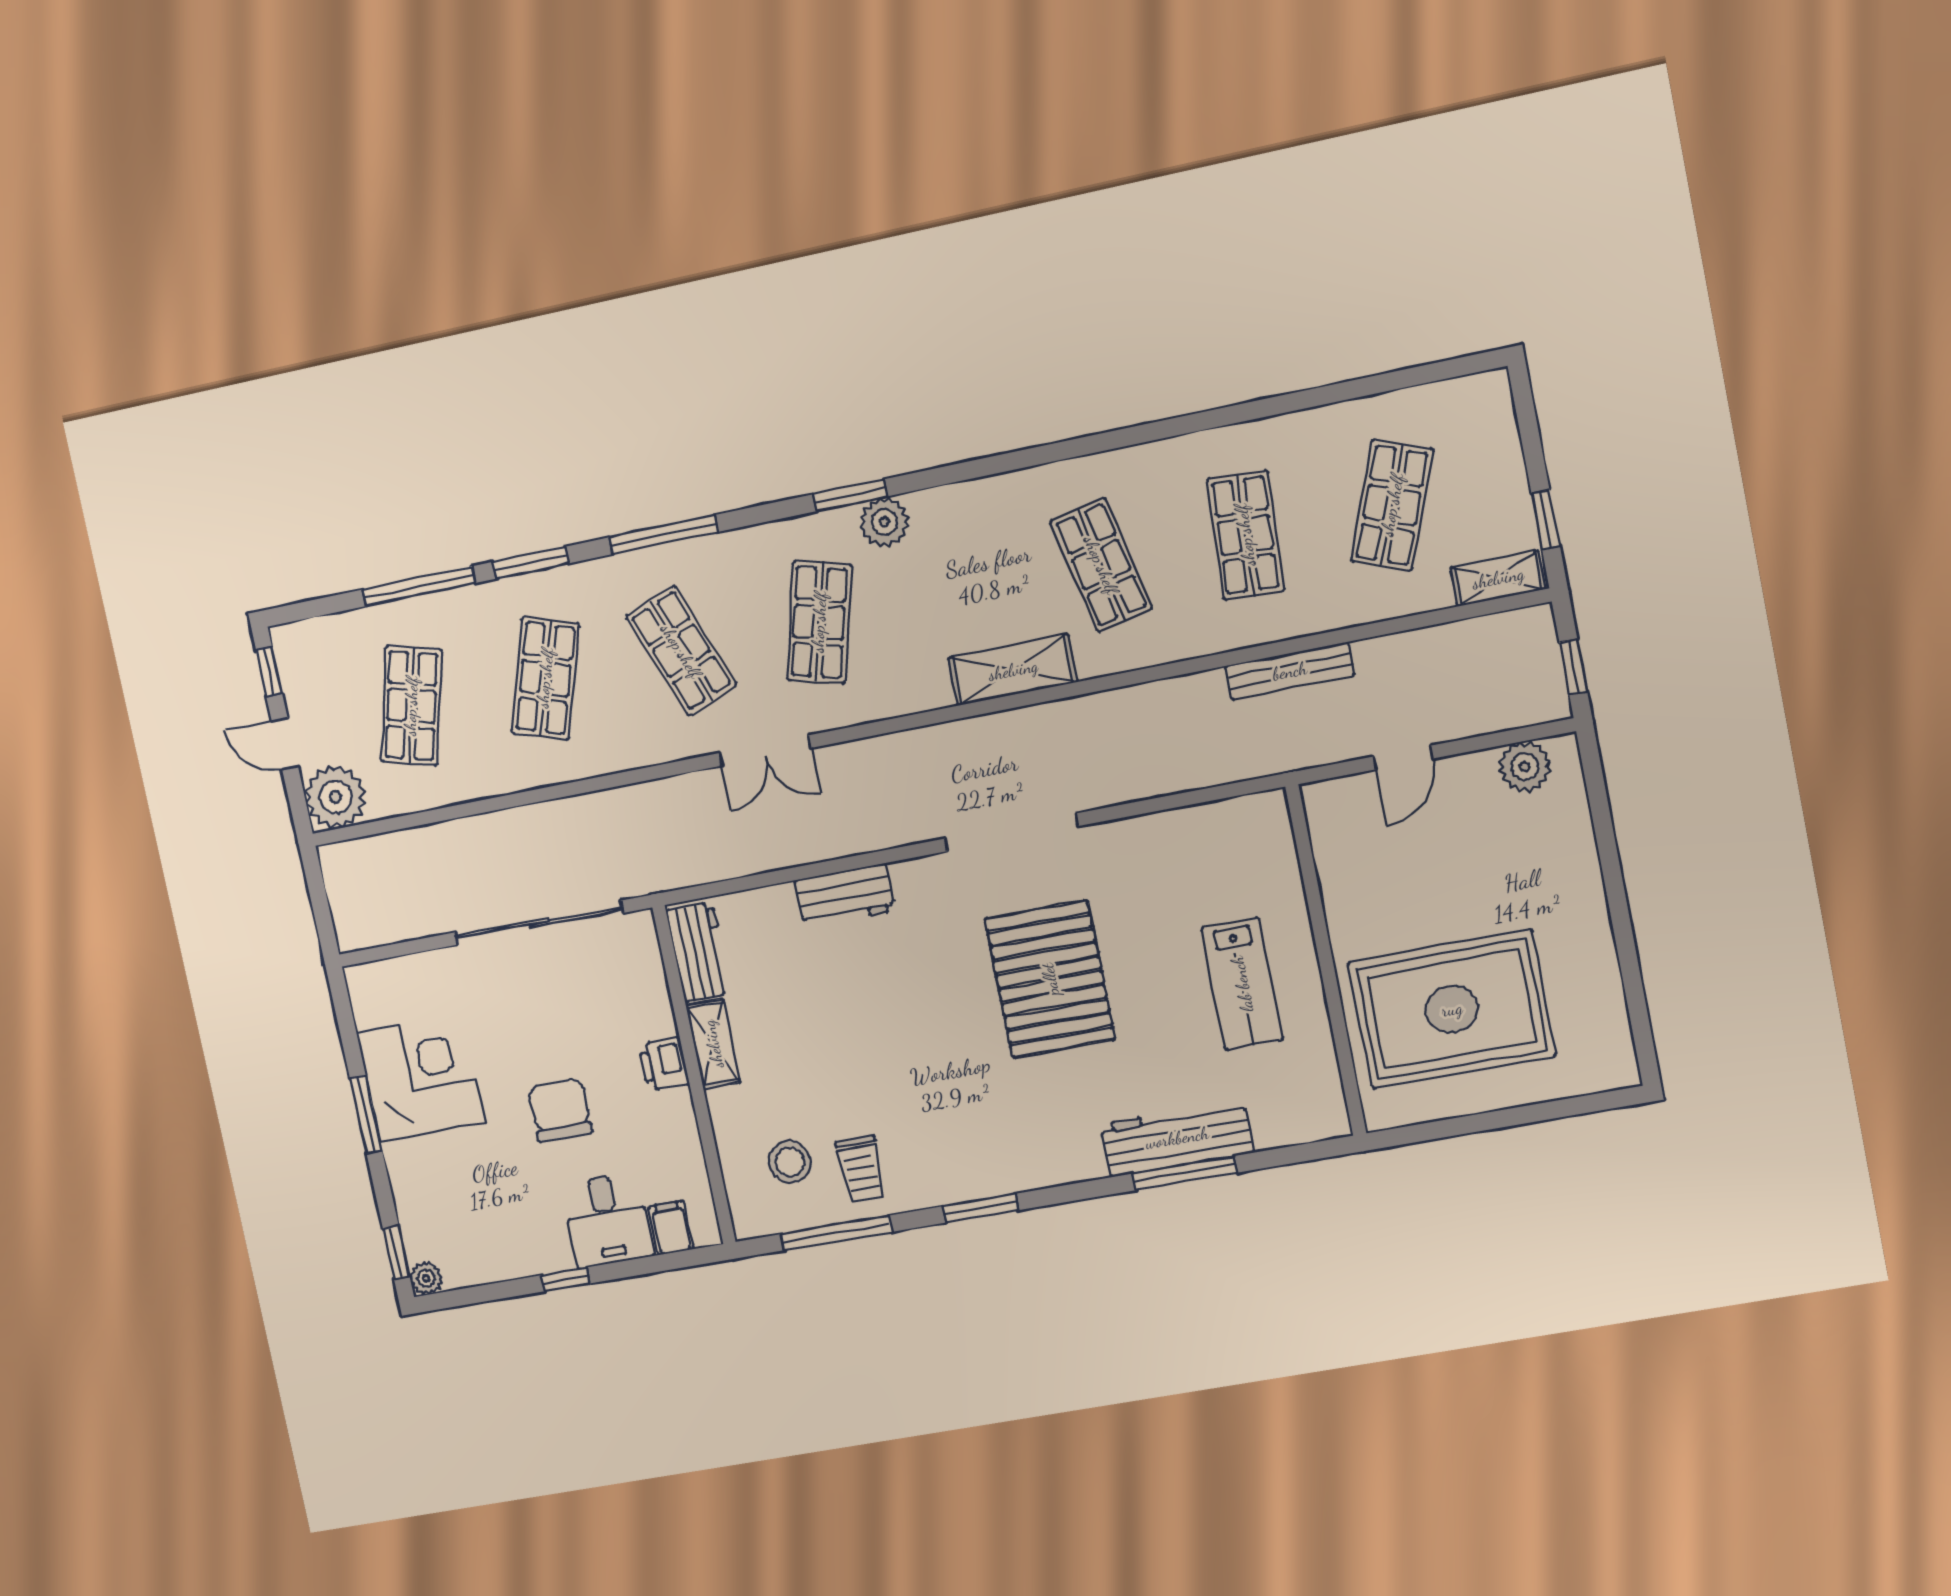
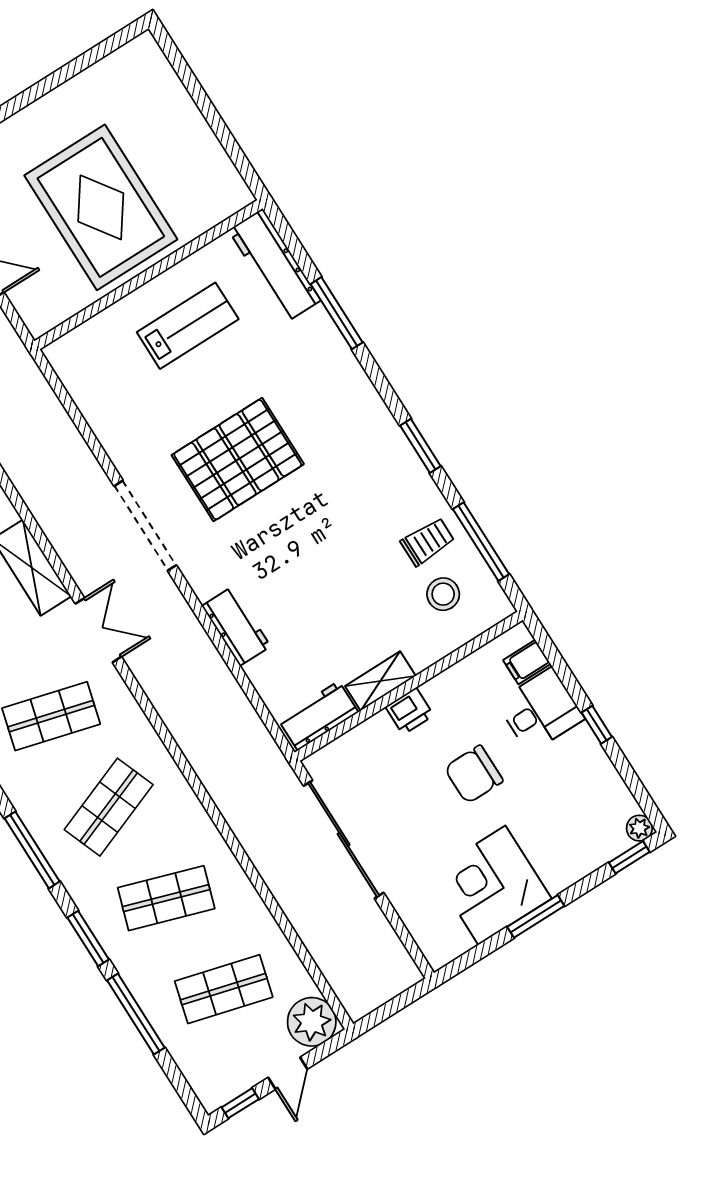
double door: (765, 750) -> (98, 630), moved
rug: (1452, 1009) -> (101, 207), moved
workbench: (1177, 1138) -> (275, 265), moved

